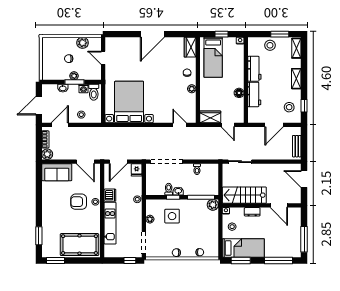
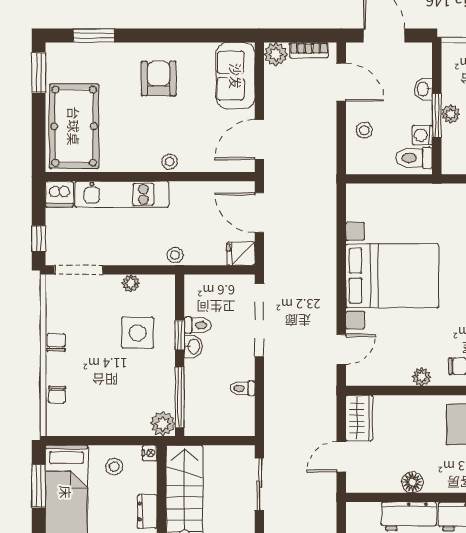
bed with nightstands: (129, 102) -> (392, 276), moved
dishwasher: (110, 195) -> (59, 194), moved
armchair: (79, 202) -> (159, 78), moved

